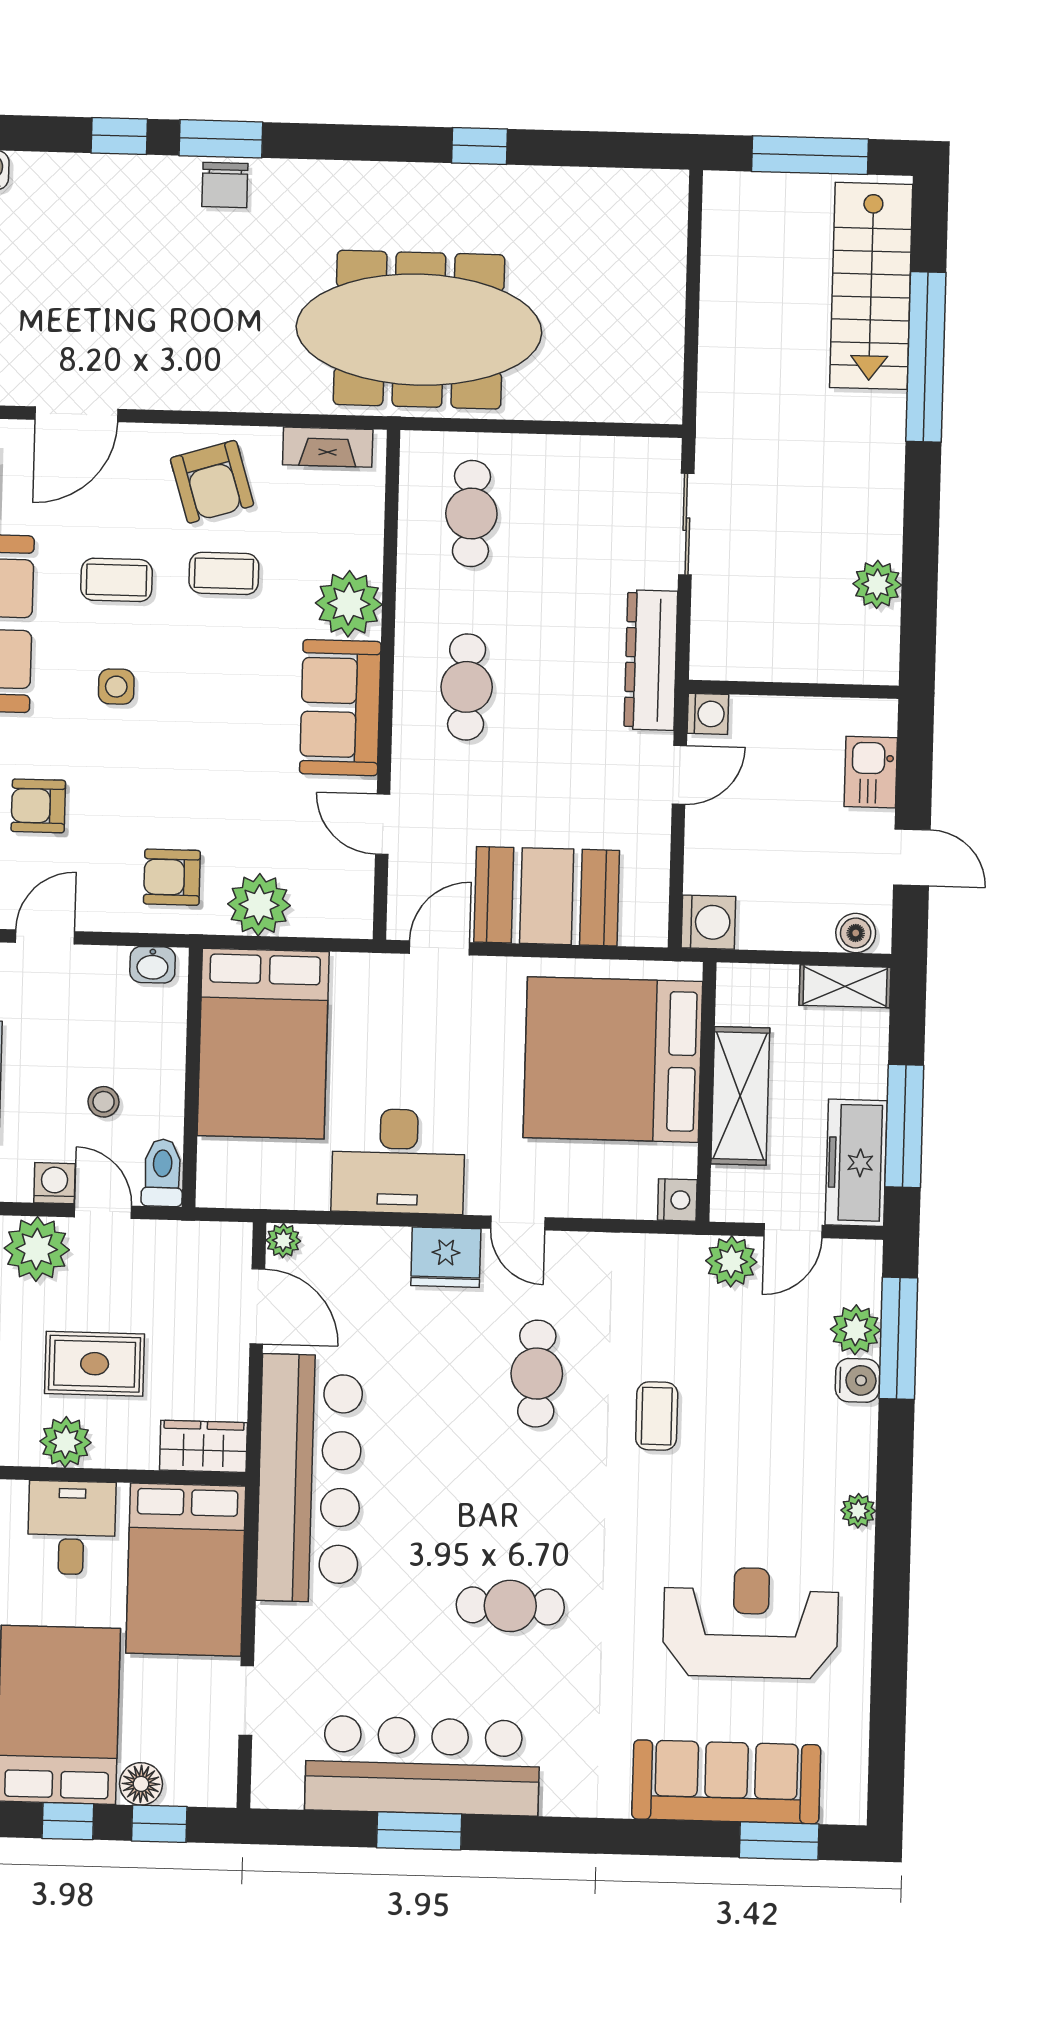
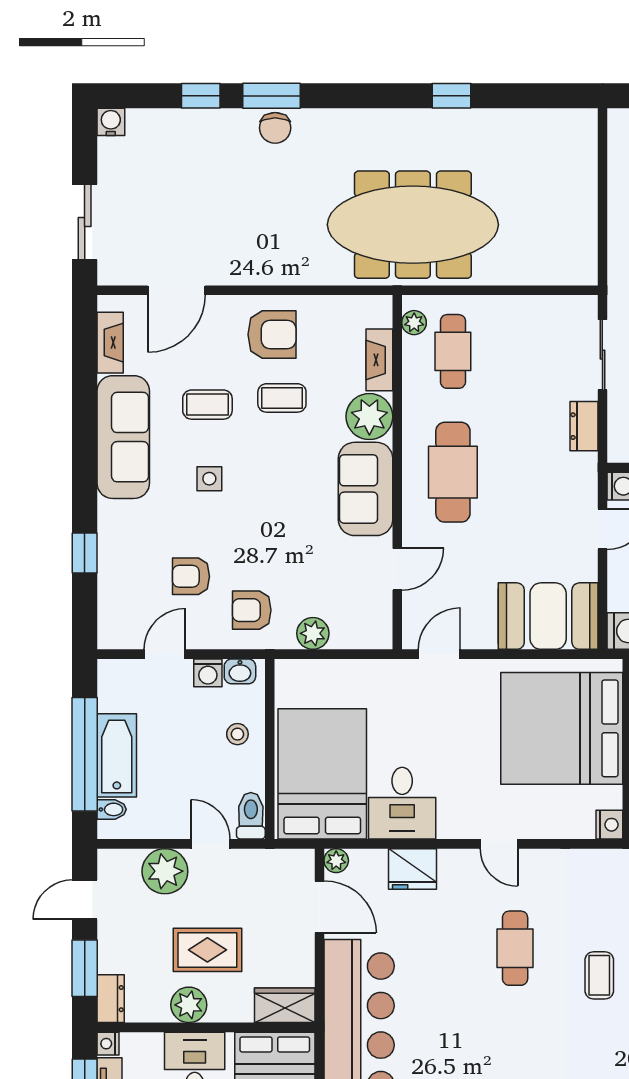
fireplace: (328, 447) -> (379, 360), moved, turned 90
plant: (417, 470) -> (414, 323), added
armchair: (212, 482) -> (272, 334), turned -73
dresser: (651, 660) -> (584, 426), width x0.51, depth x0.80
cafe table: (467, 687) -> (453, 472), width x1.37, depth x1.35
armchair: (38, 806) -> (191, 576), moved
door: (383, 824) -> (397, 569), swing flipped
booth: (547, 896) -> (548, 616), moved
plant: (259, 905) -> (313, 633), width x0.73, depth x0.73
bed: (263, 1044) -> (322, 774), moved, turned 180
stool: (104, 1102) -> (237, 734), moved
desk: (398, 1161) -> (402, 803), width x0.73
washing machine: (54, 1183) -> (208, 673), moved, turned 180
fridge: (446, 1257) -> (412, 869), moved

